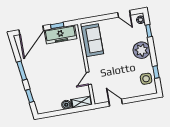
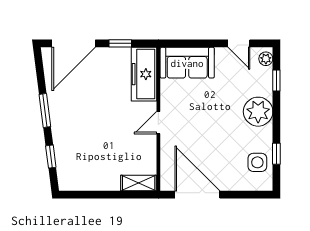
freezer: (60, 34) -> (144, 74), moved, turned 90
sofa: (92, 40) -> (187, 63), moved, turned 90
door: (89, 78) -> (158, 123), moved
door: (116, 103) -> (197, 195), width x1.87
boiler: (66, 105) -> (111, 183), removed

